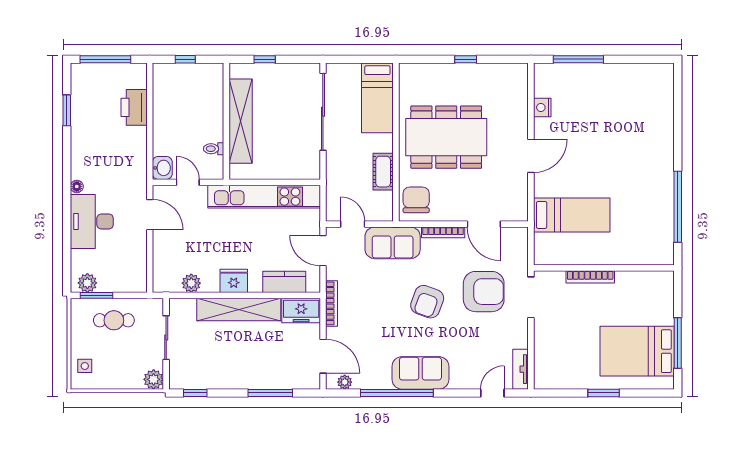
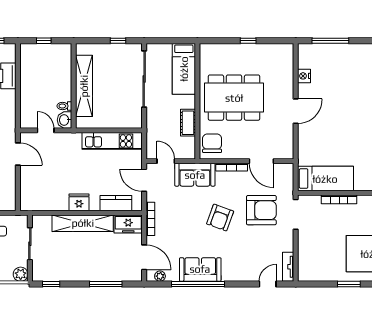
window: (265, 59) -> (118, 41), moved
washbasin: (162, 168) -> (65, 120), moved, turned 180
kitchen unit: (264, 197) -> (112, 141), width x0.73
bed: (572, 215) -> (325, 179), moved
plant: (191, 283) -> (48, 204), removed
sofa: (420, 373) -> (200, 269), moved

